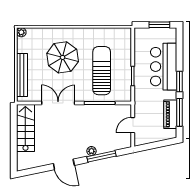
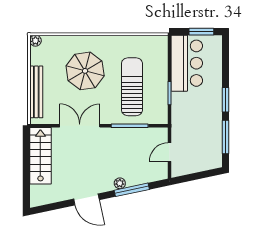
bar counter: (164, 67) -> (187, 63), moved, turned 180
piano: (170, 114) -> (214, 139), removed

